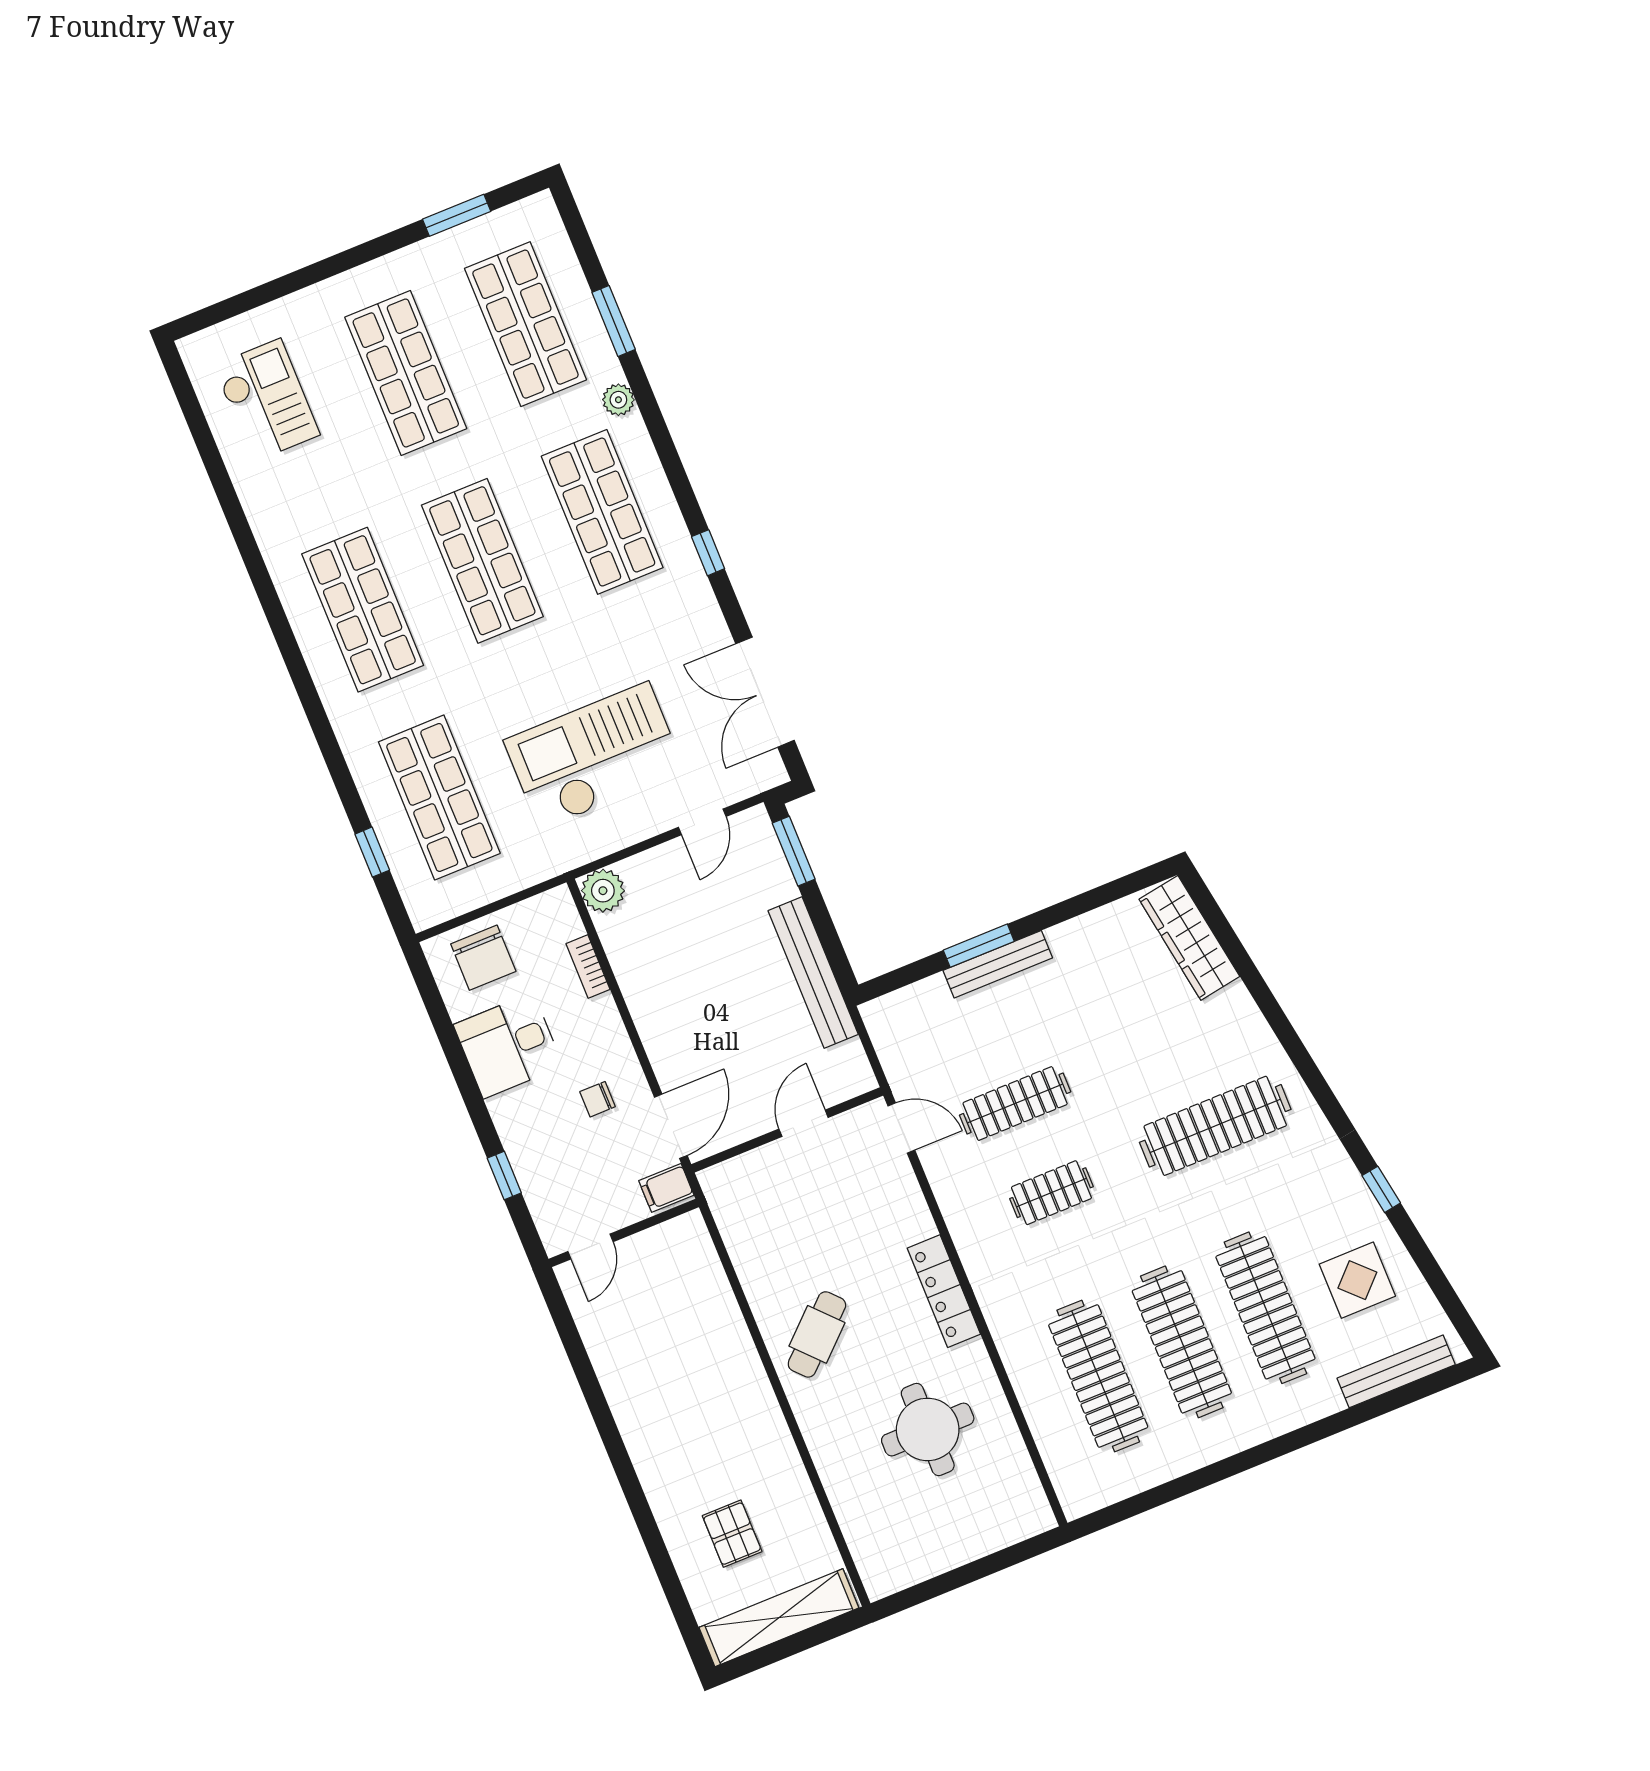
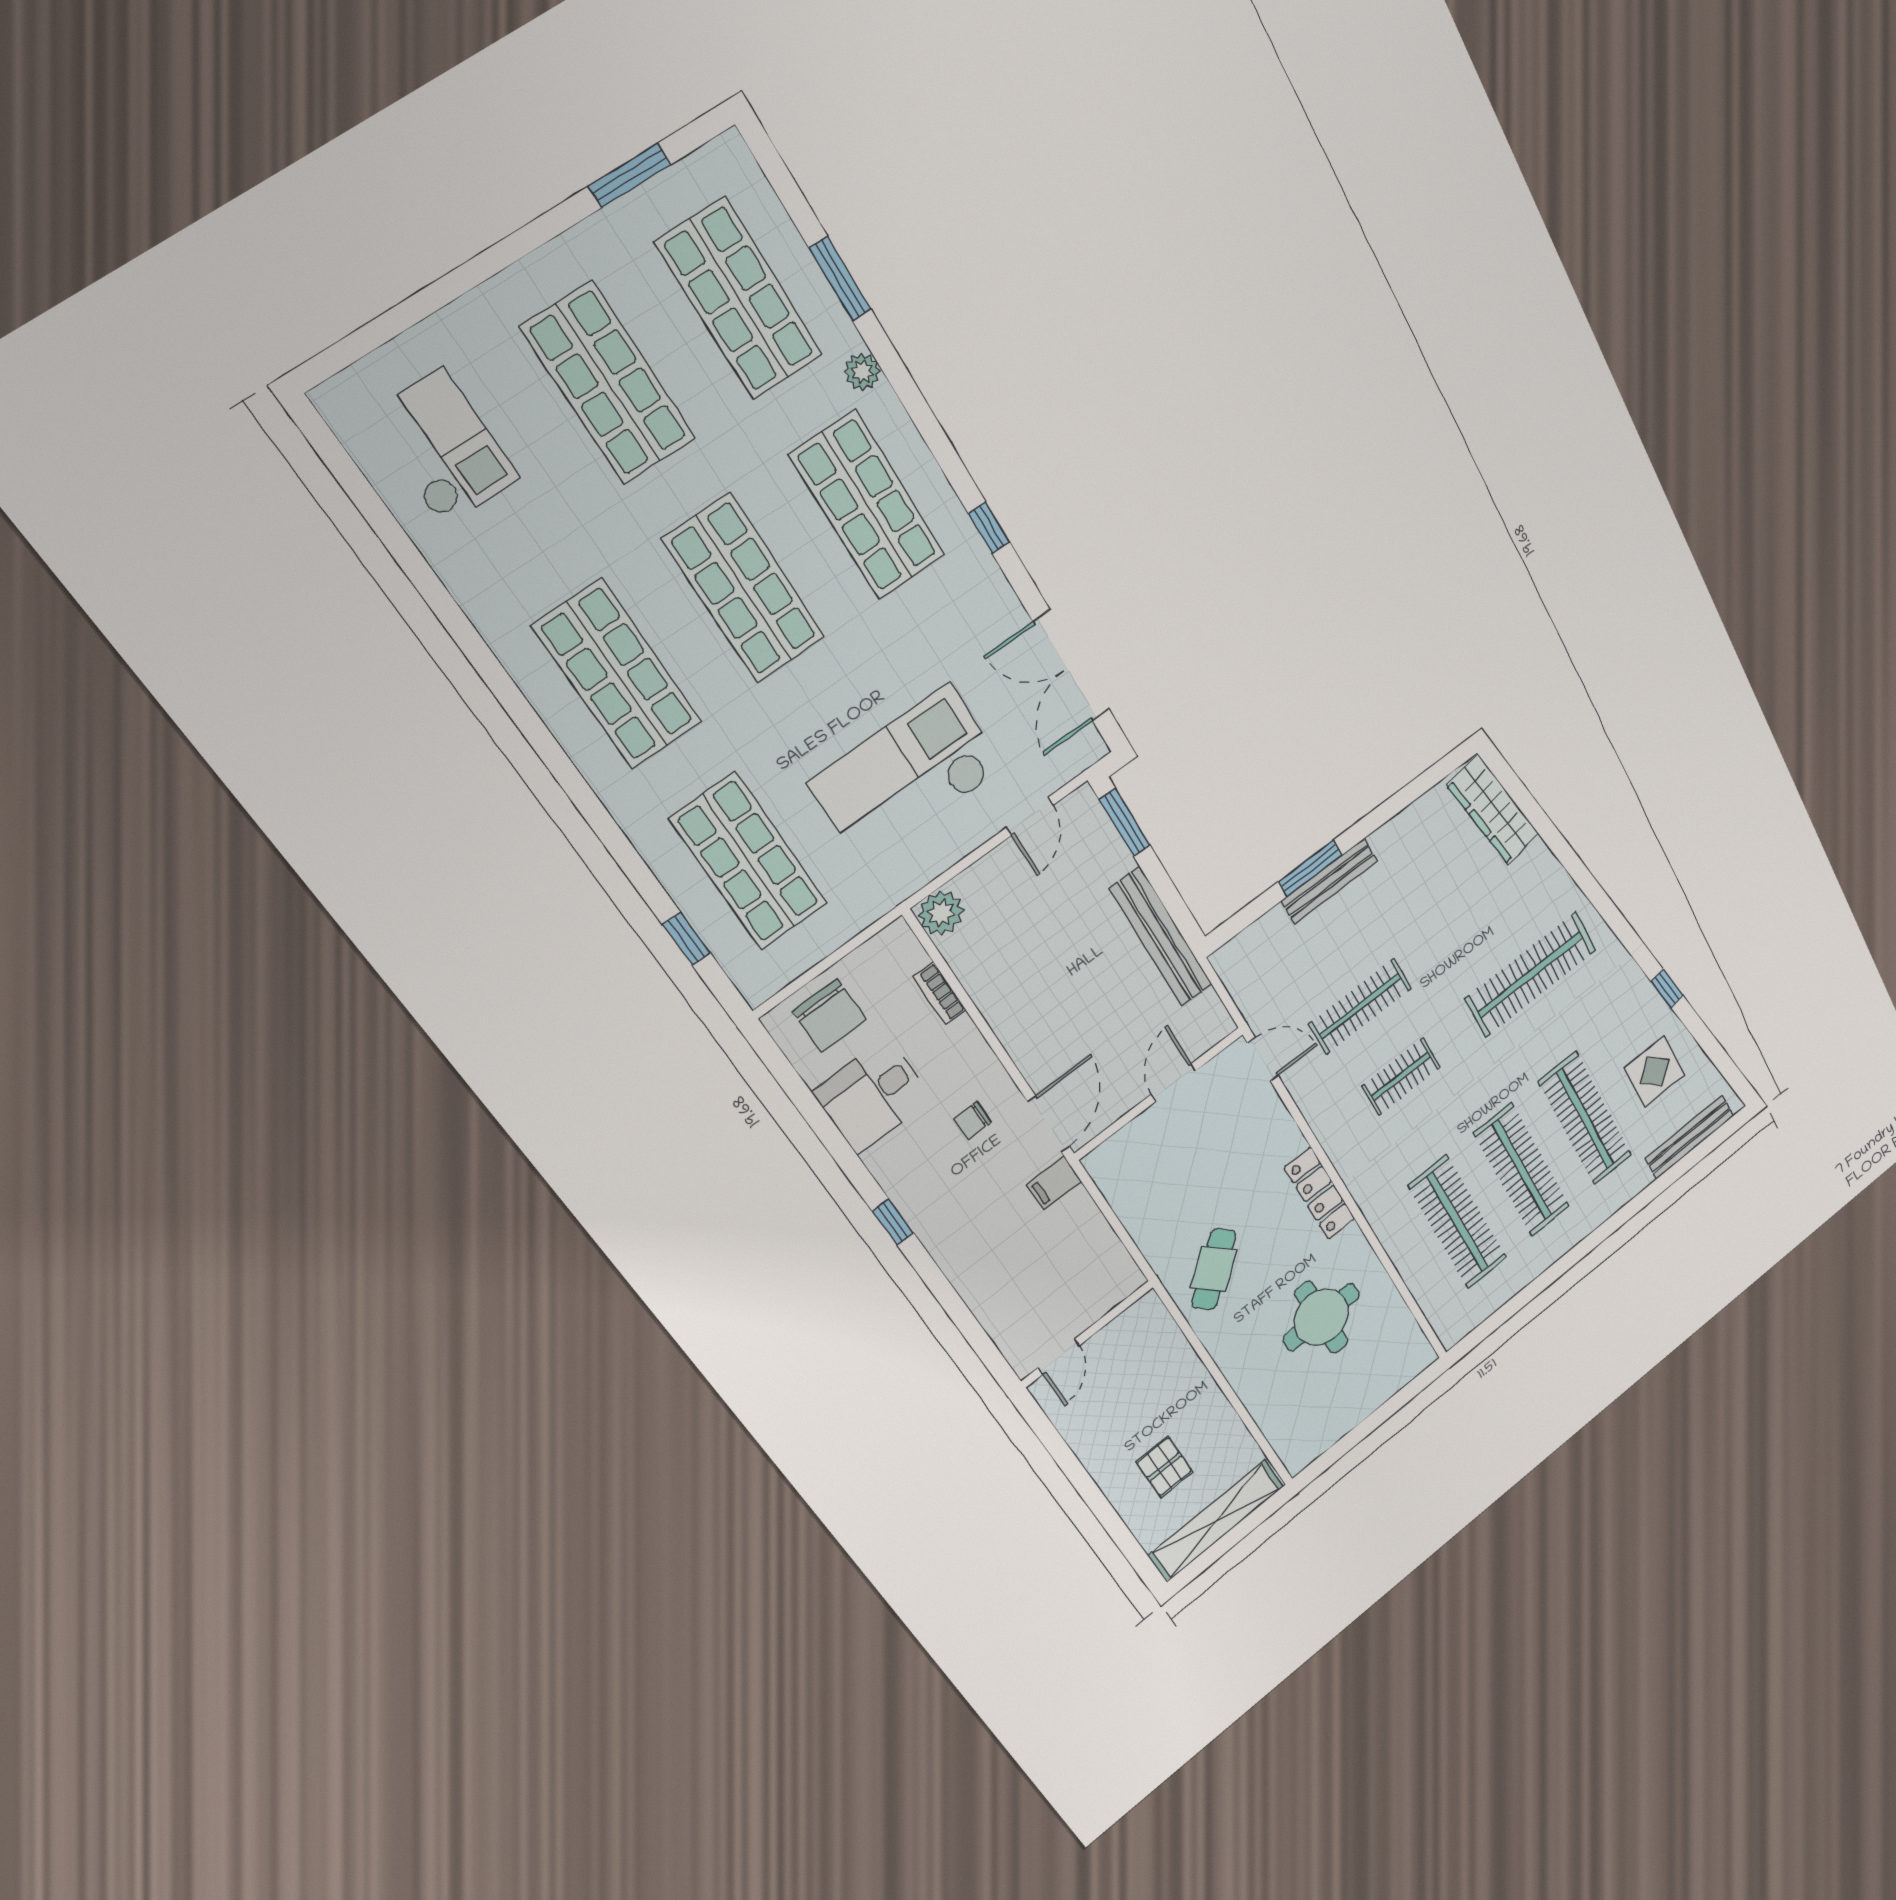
wall: (624, 1233) -> (1088, 1334), moved
door: (590, 1247) -> (1059, 1357), moved

